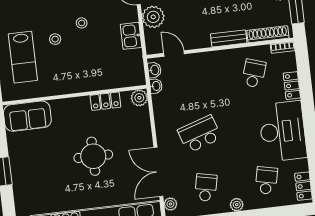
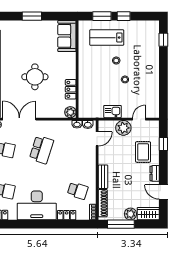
school desk: (199, 134) -> (41, 150), turned 36

